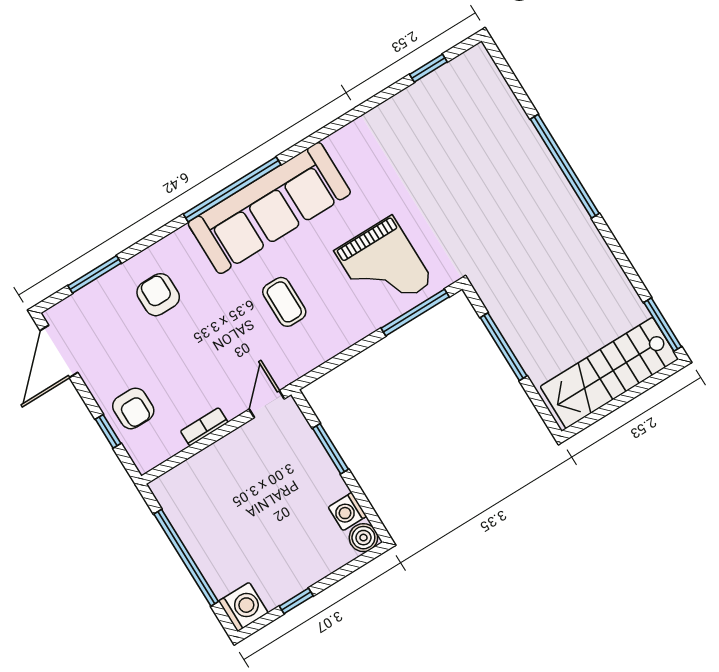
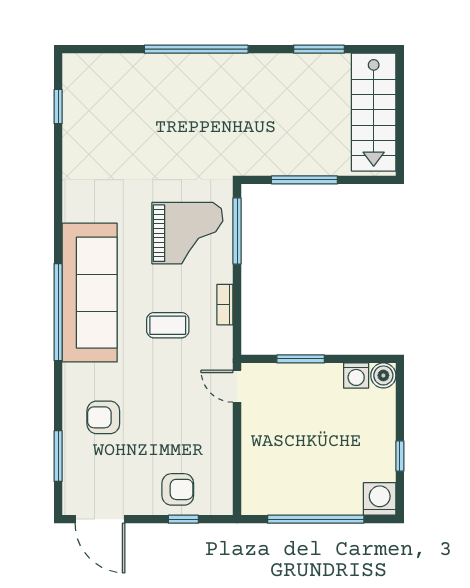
window: (663, 325) -> (319, 49), moved
bookcase: (204, 427) -> (225, 305), moved

